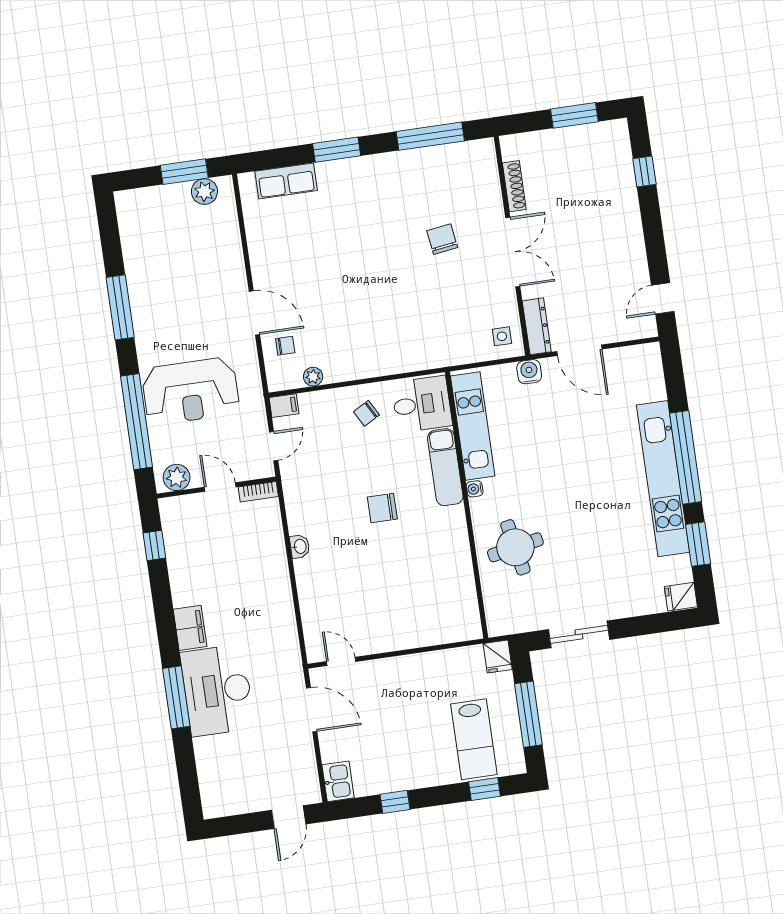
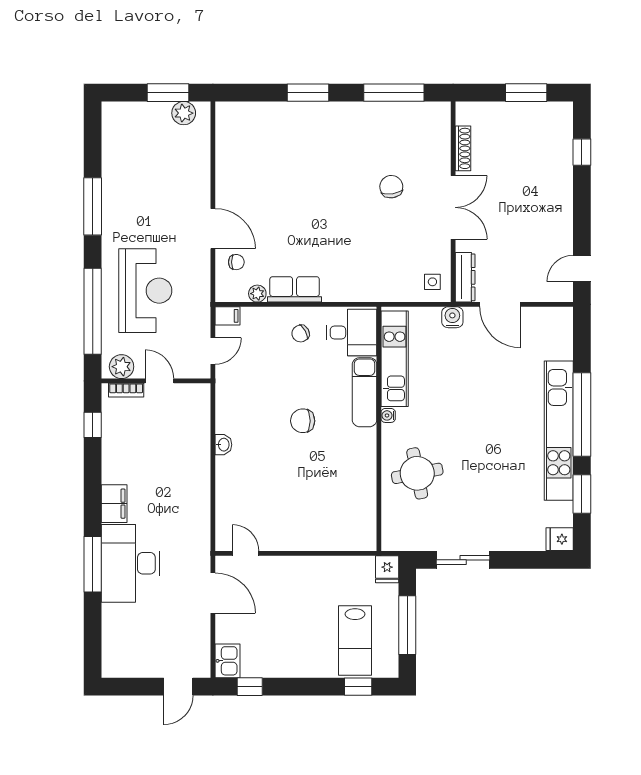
row of seats: (286, 181) -> (295, 289), moved, turned 180
reception desk: (191, 391) -> (145, 291), turned -90
bookcase: (258, 492) -> (126, 390), moved
window: (395, 802) -> (250, 687), moved

